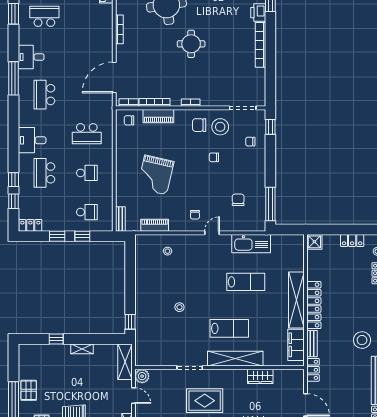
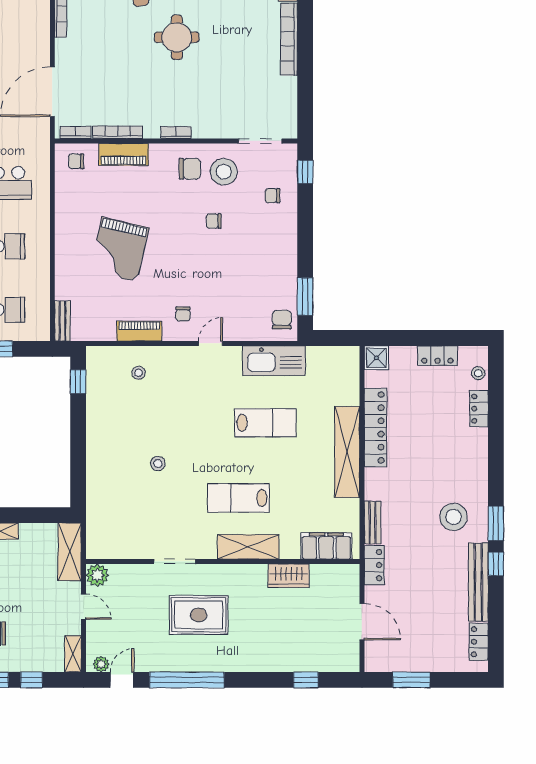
chair: (199, 125) -> (190, 169), turned 180
chair: (238, 200) -> (282, 320), moved
window: (270, 204) -> (305, 297), width x0.69
piano: (155, 225) -> (139, 331), moved
locker: (314, 305) -> (375, 427), moved
window: (130, 322) -> (78, 382), moved
lab bench: (229, 328) -> (238, 498), turned 180
filing cabinet: (296, 345) -> (326, 546), moved, turned 90
shelving: (235, 359) -> (248, 547), width x0.68

